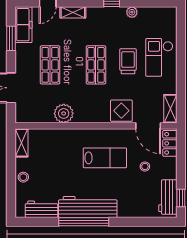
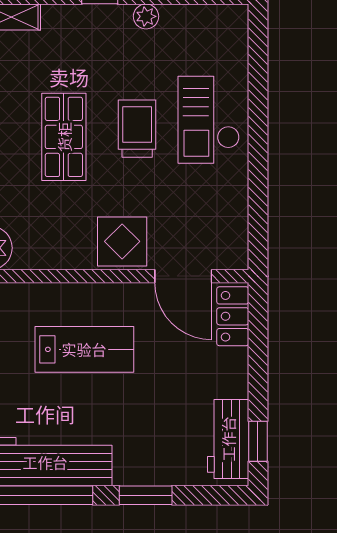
shelving: (170, 109) -> (234, 237), removed
stool: (145, 166) -> (176, 369), removed
window: (132, 222) -> (146, 495), added

